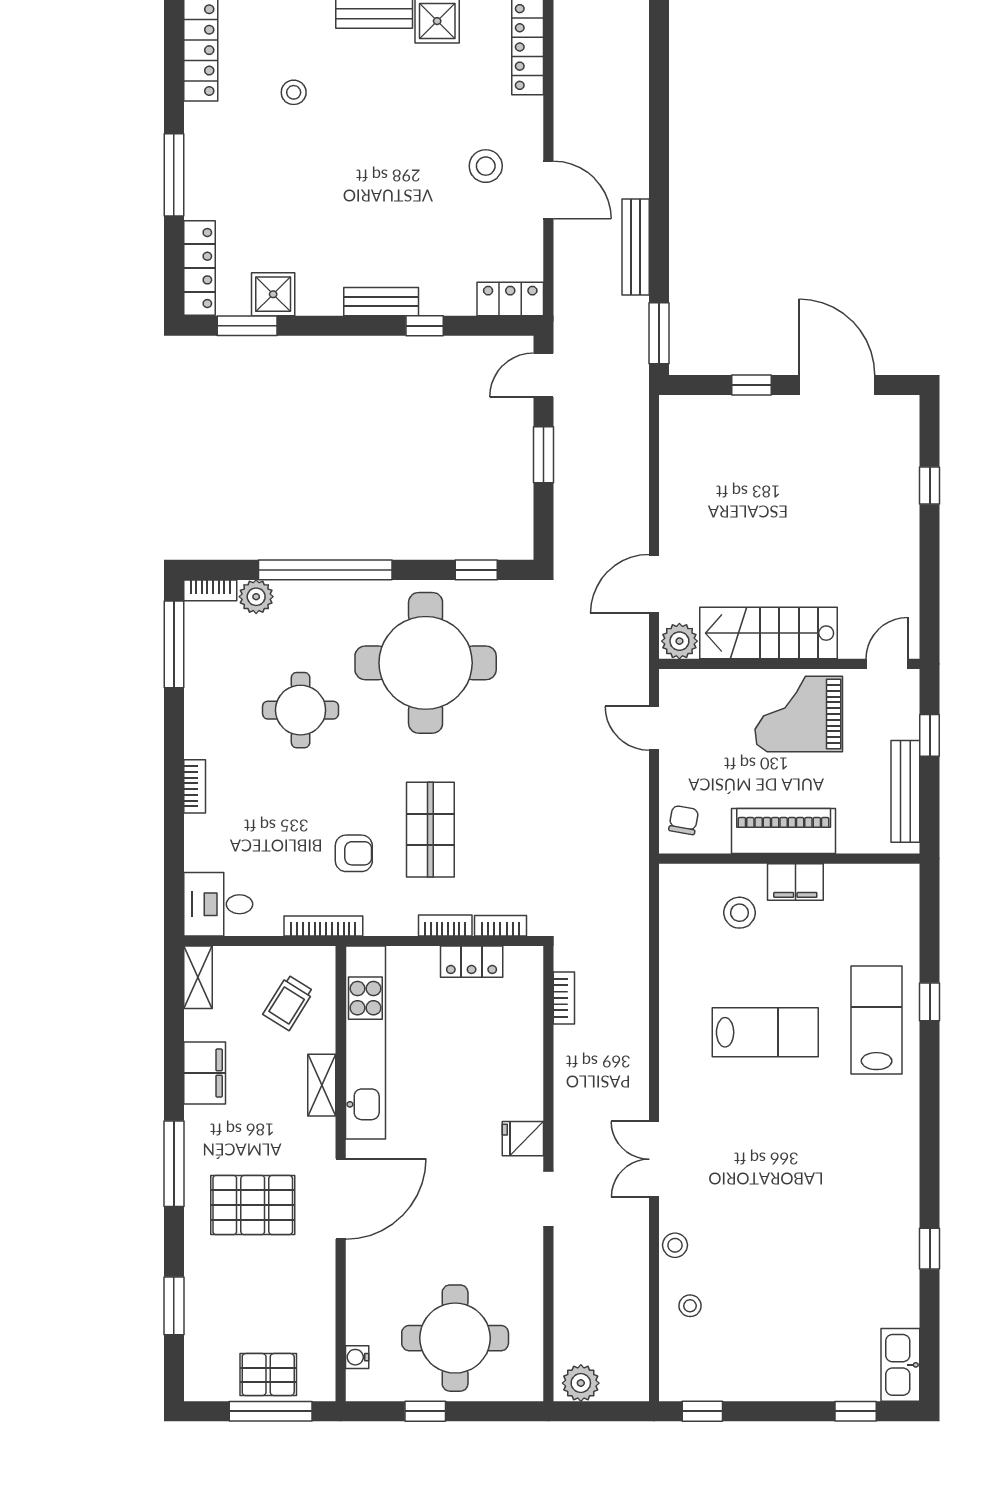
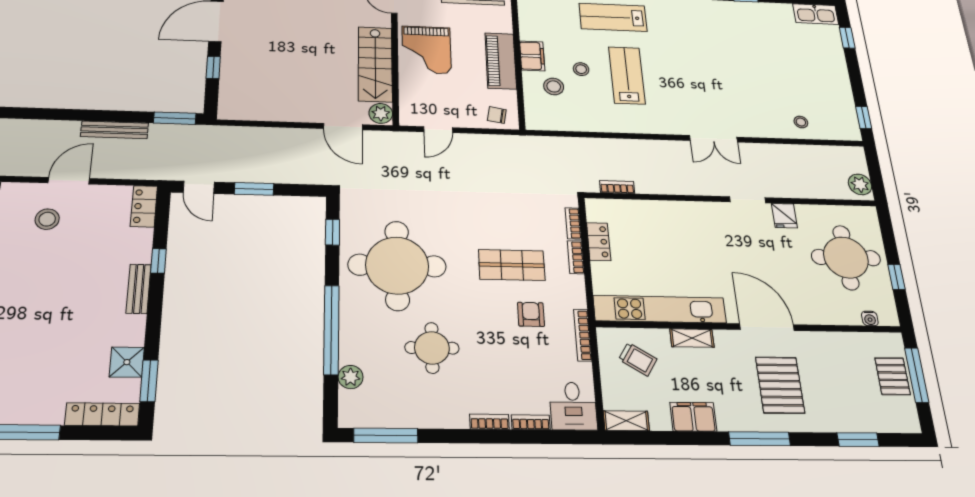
bookcase: (210, 590) -> (531, 422), moved, turned -90
fridge: (523, 1139) -> (784, 216), moved
stool: (675, 1245) -> (581, 69), moved

